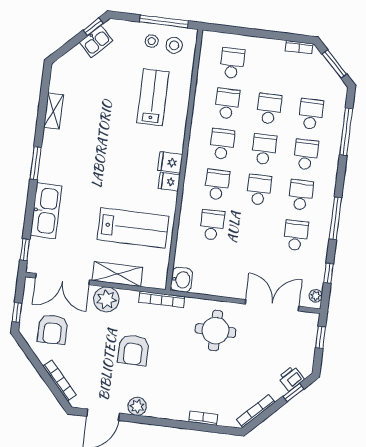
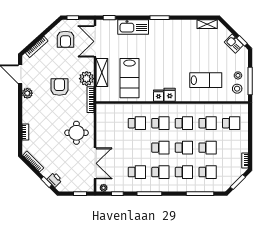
shelving: (53, 111) -> (207, 24), moved
washbasin: (181, 280) -> (103, 110), removed
plant: (106, 299) -> (87, 79), moved
armchair: (53, 329) -> (65, 39), turned -90
armchair: (133, 350) -> (59, 87), turned 90

